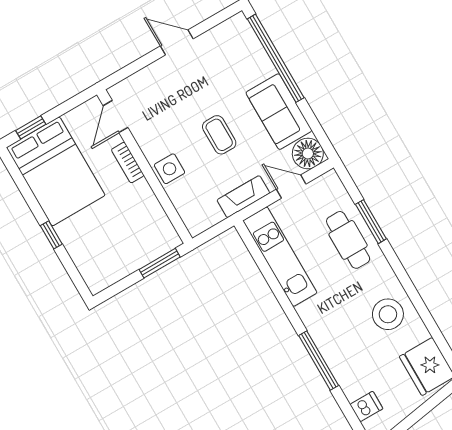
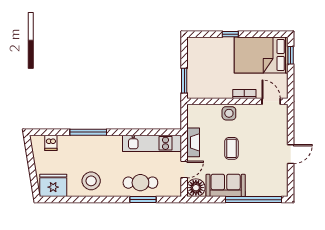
coffee table: (219, 135) -> (231, 148), turned 90

